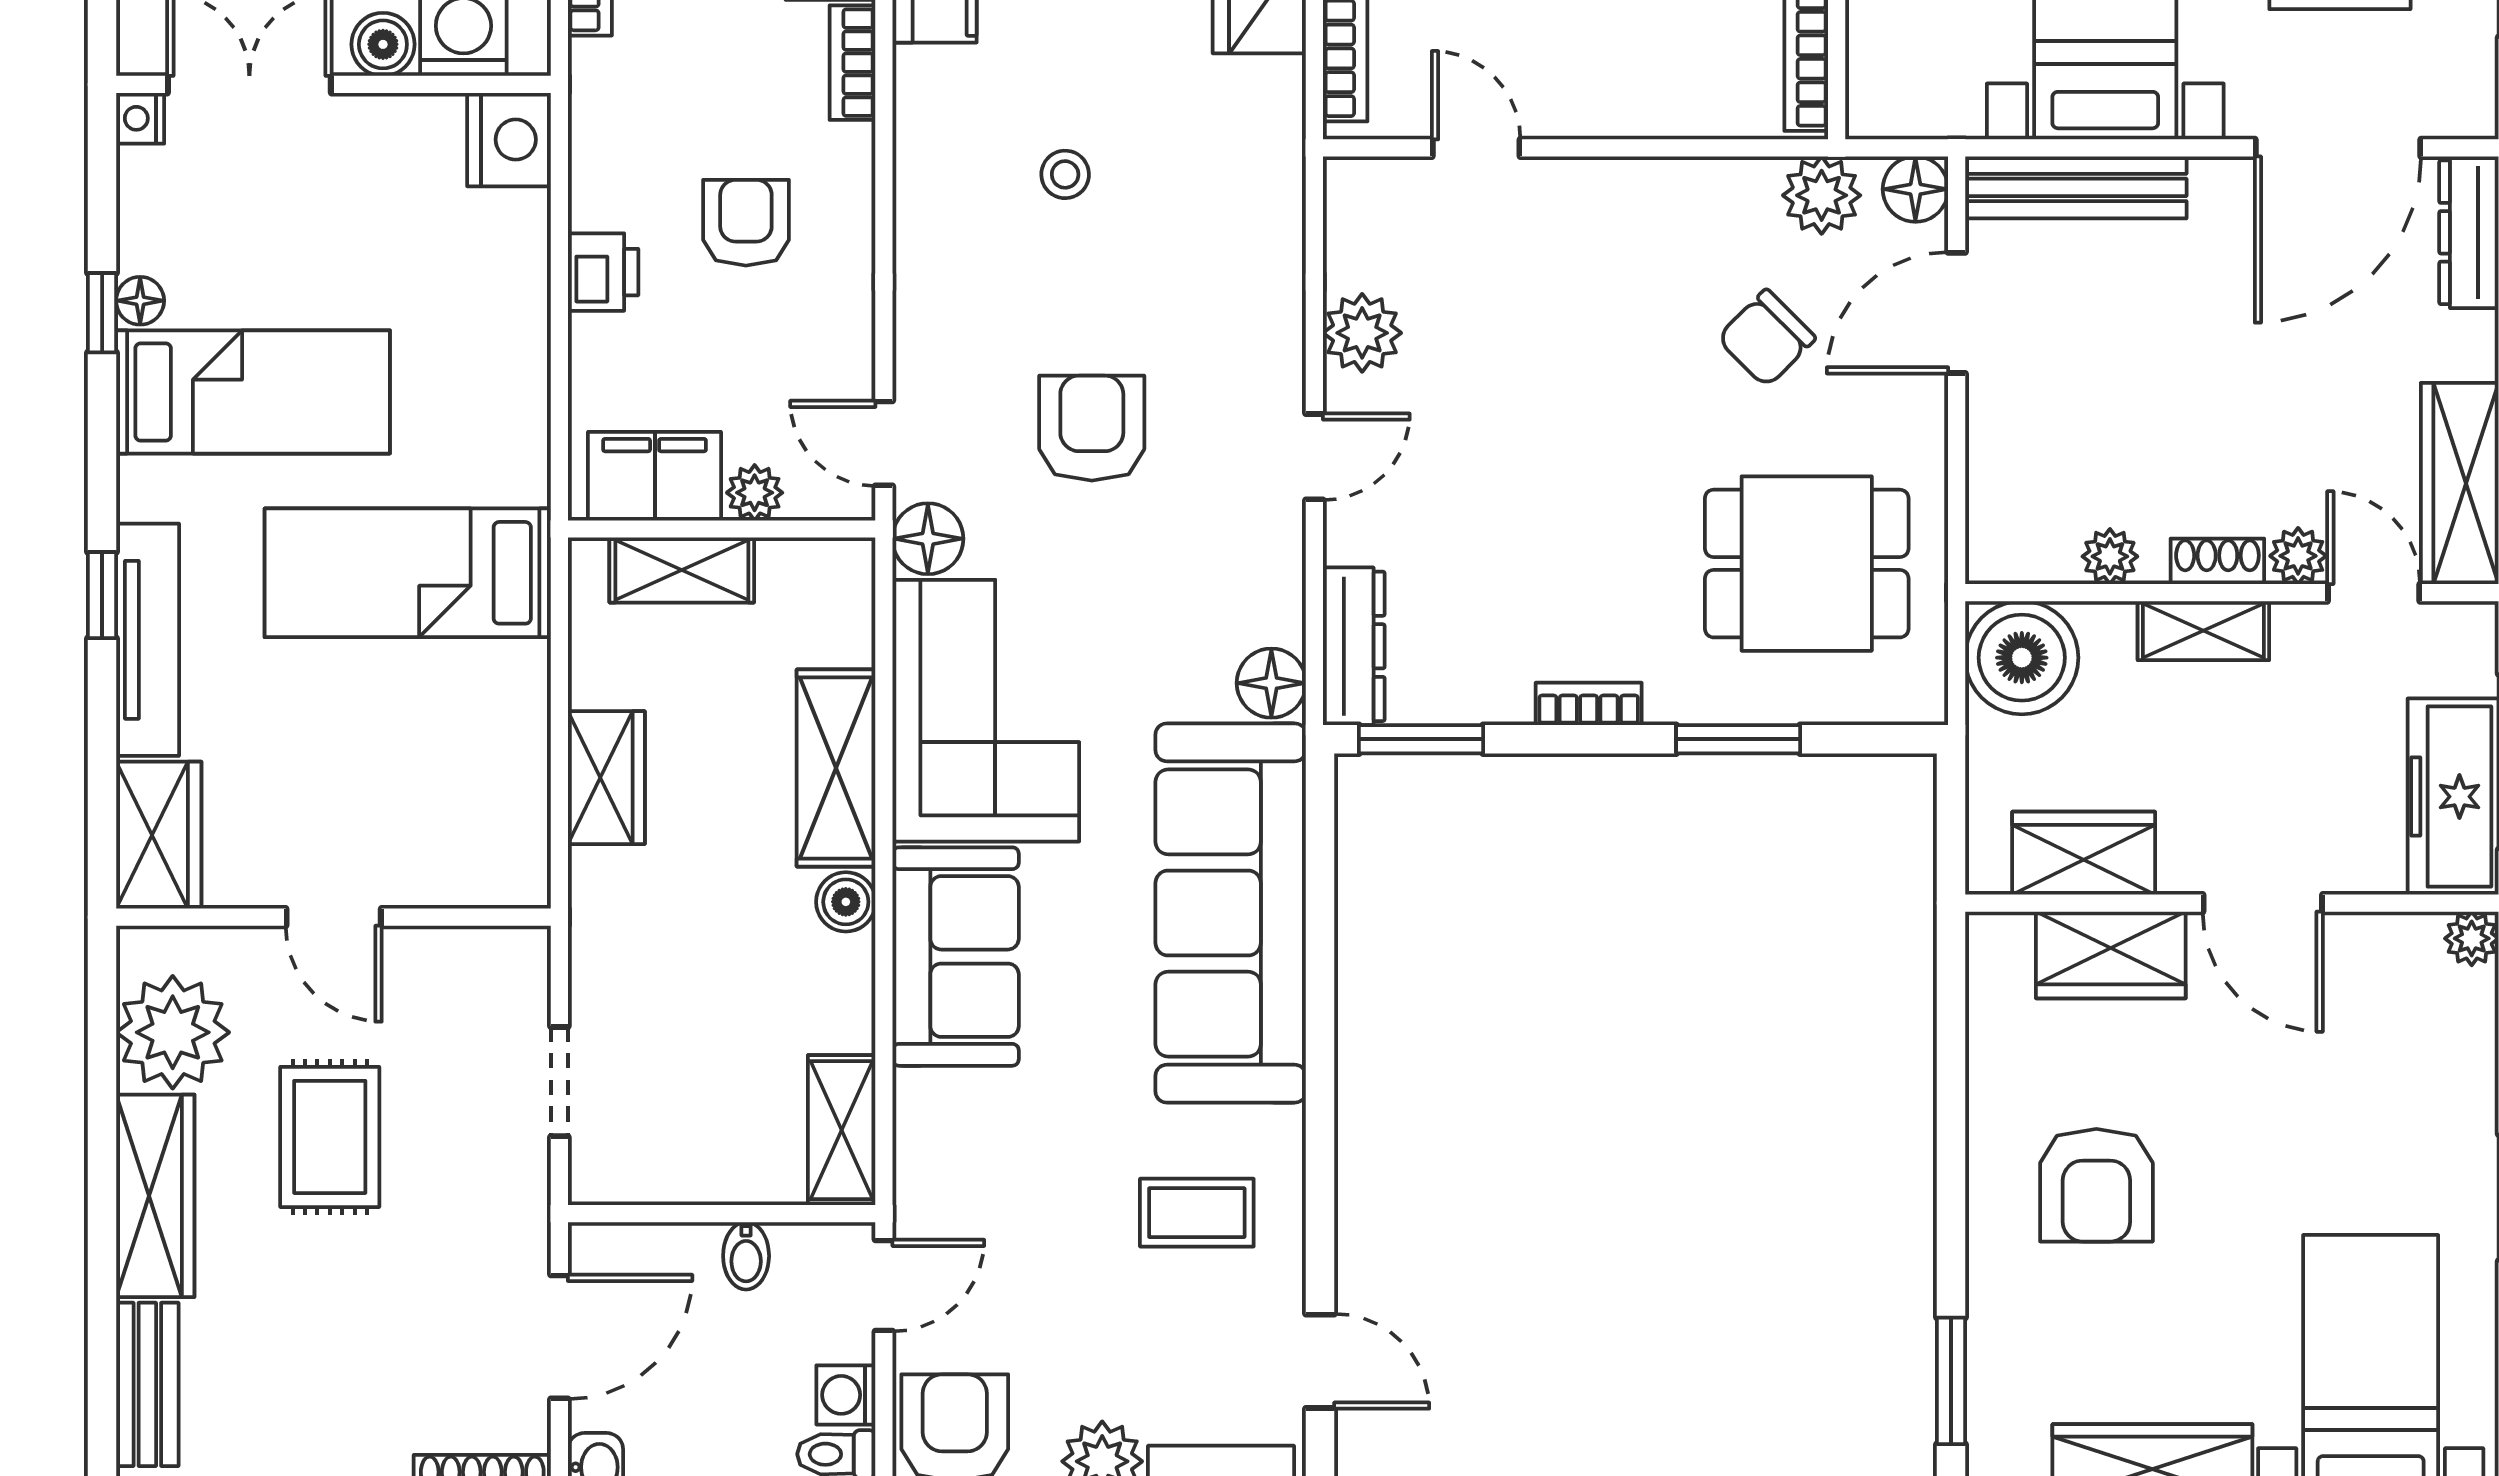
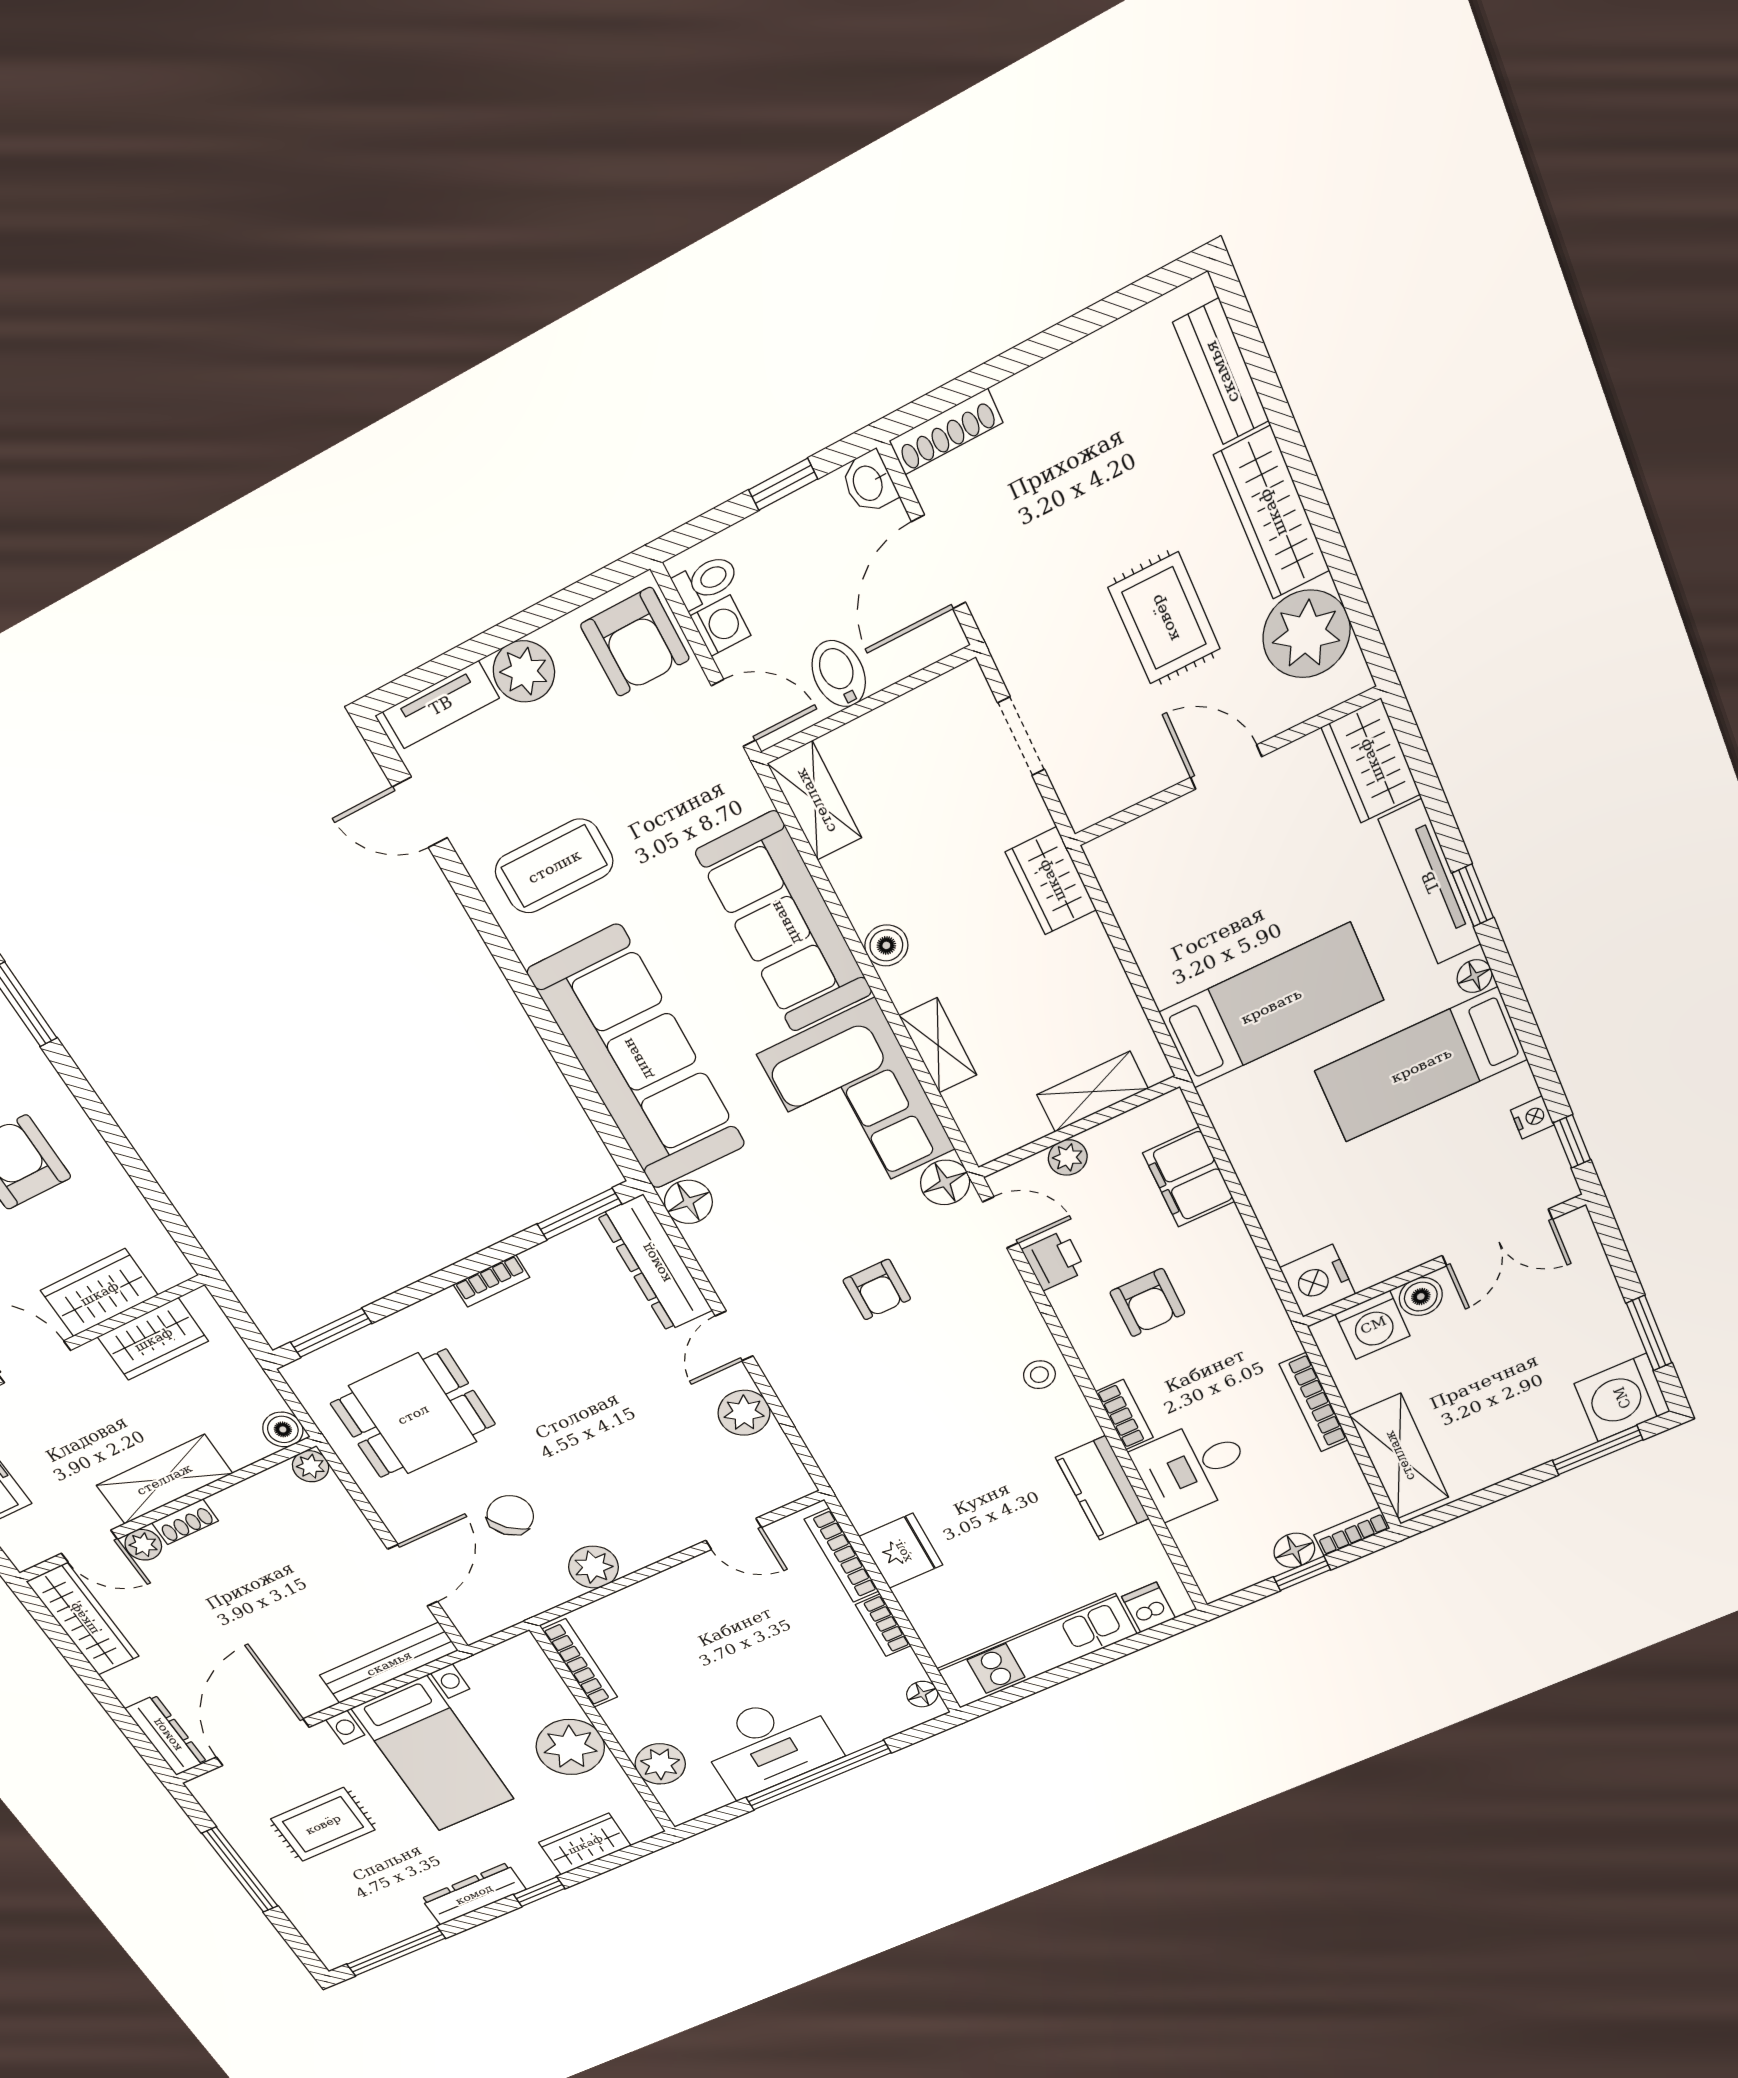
nightstand: (140, 118) -> (1532, 1117), moved
stool: (1065, 174) -> (1039, 1375), moved
floor lamp: (1915, 189) -> (475, 1623), removed
plant: (1822, 195) -> (593, 1567), moved
printer: (603, 272) -> (1054, 1260), moved, turned 180
floor lamp: (140, 301) -> (1475, 976), moved
window: (102, 313) -> (1572, 1141), moved
armchair: (1092, 428) -> (877, 1290), width x0.72, depth x0.72
filing cabinet: (655, 476) -> (1189, 1177), moved, turned 90
plant: (2110, 556) -> (311, 1466), moved
shelving: (2203, 631) -> (164, 1479), width x1.50, depth x1.33
dresser: (1354, 646) -> (655, 1263), width x1.37, depth x1.24
boiler: (2022, 658) -> (283, 1429), width x0.54, depth x0.54
window: (1738, 739) -> (331, 1333), moved
shelving: (836, 768) -> (938, 1045), width x0.67, depth x0.75
wardrobe: (606, 778) -> (1051, 881), moved
sofa: (956, 957) -> (785, 923), width x1.36
coffee table: (1197, 1213) -> (554, 866), width x1.36, depth x1.30
bidet: (746, 1256) -> (839, 674), width x1.38, depth x1.36
door: (884, 1286) -> (733, 713), swing flipped

